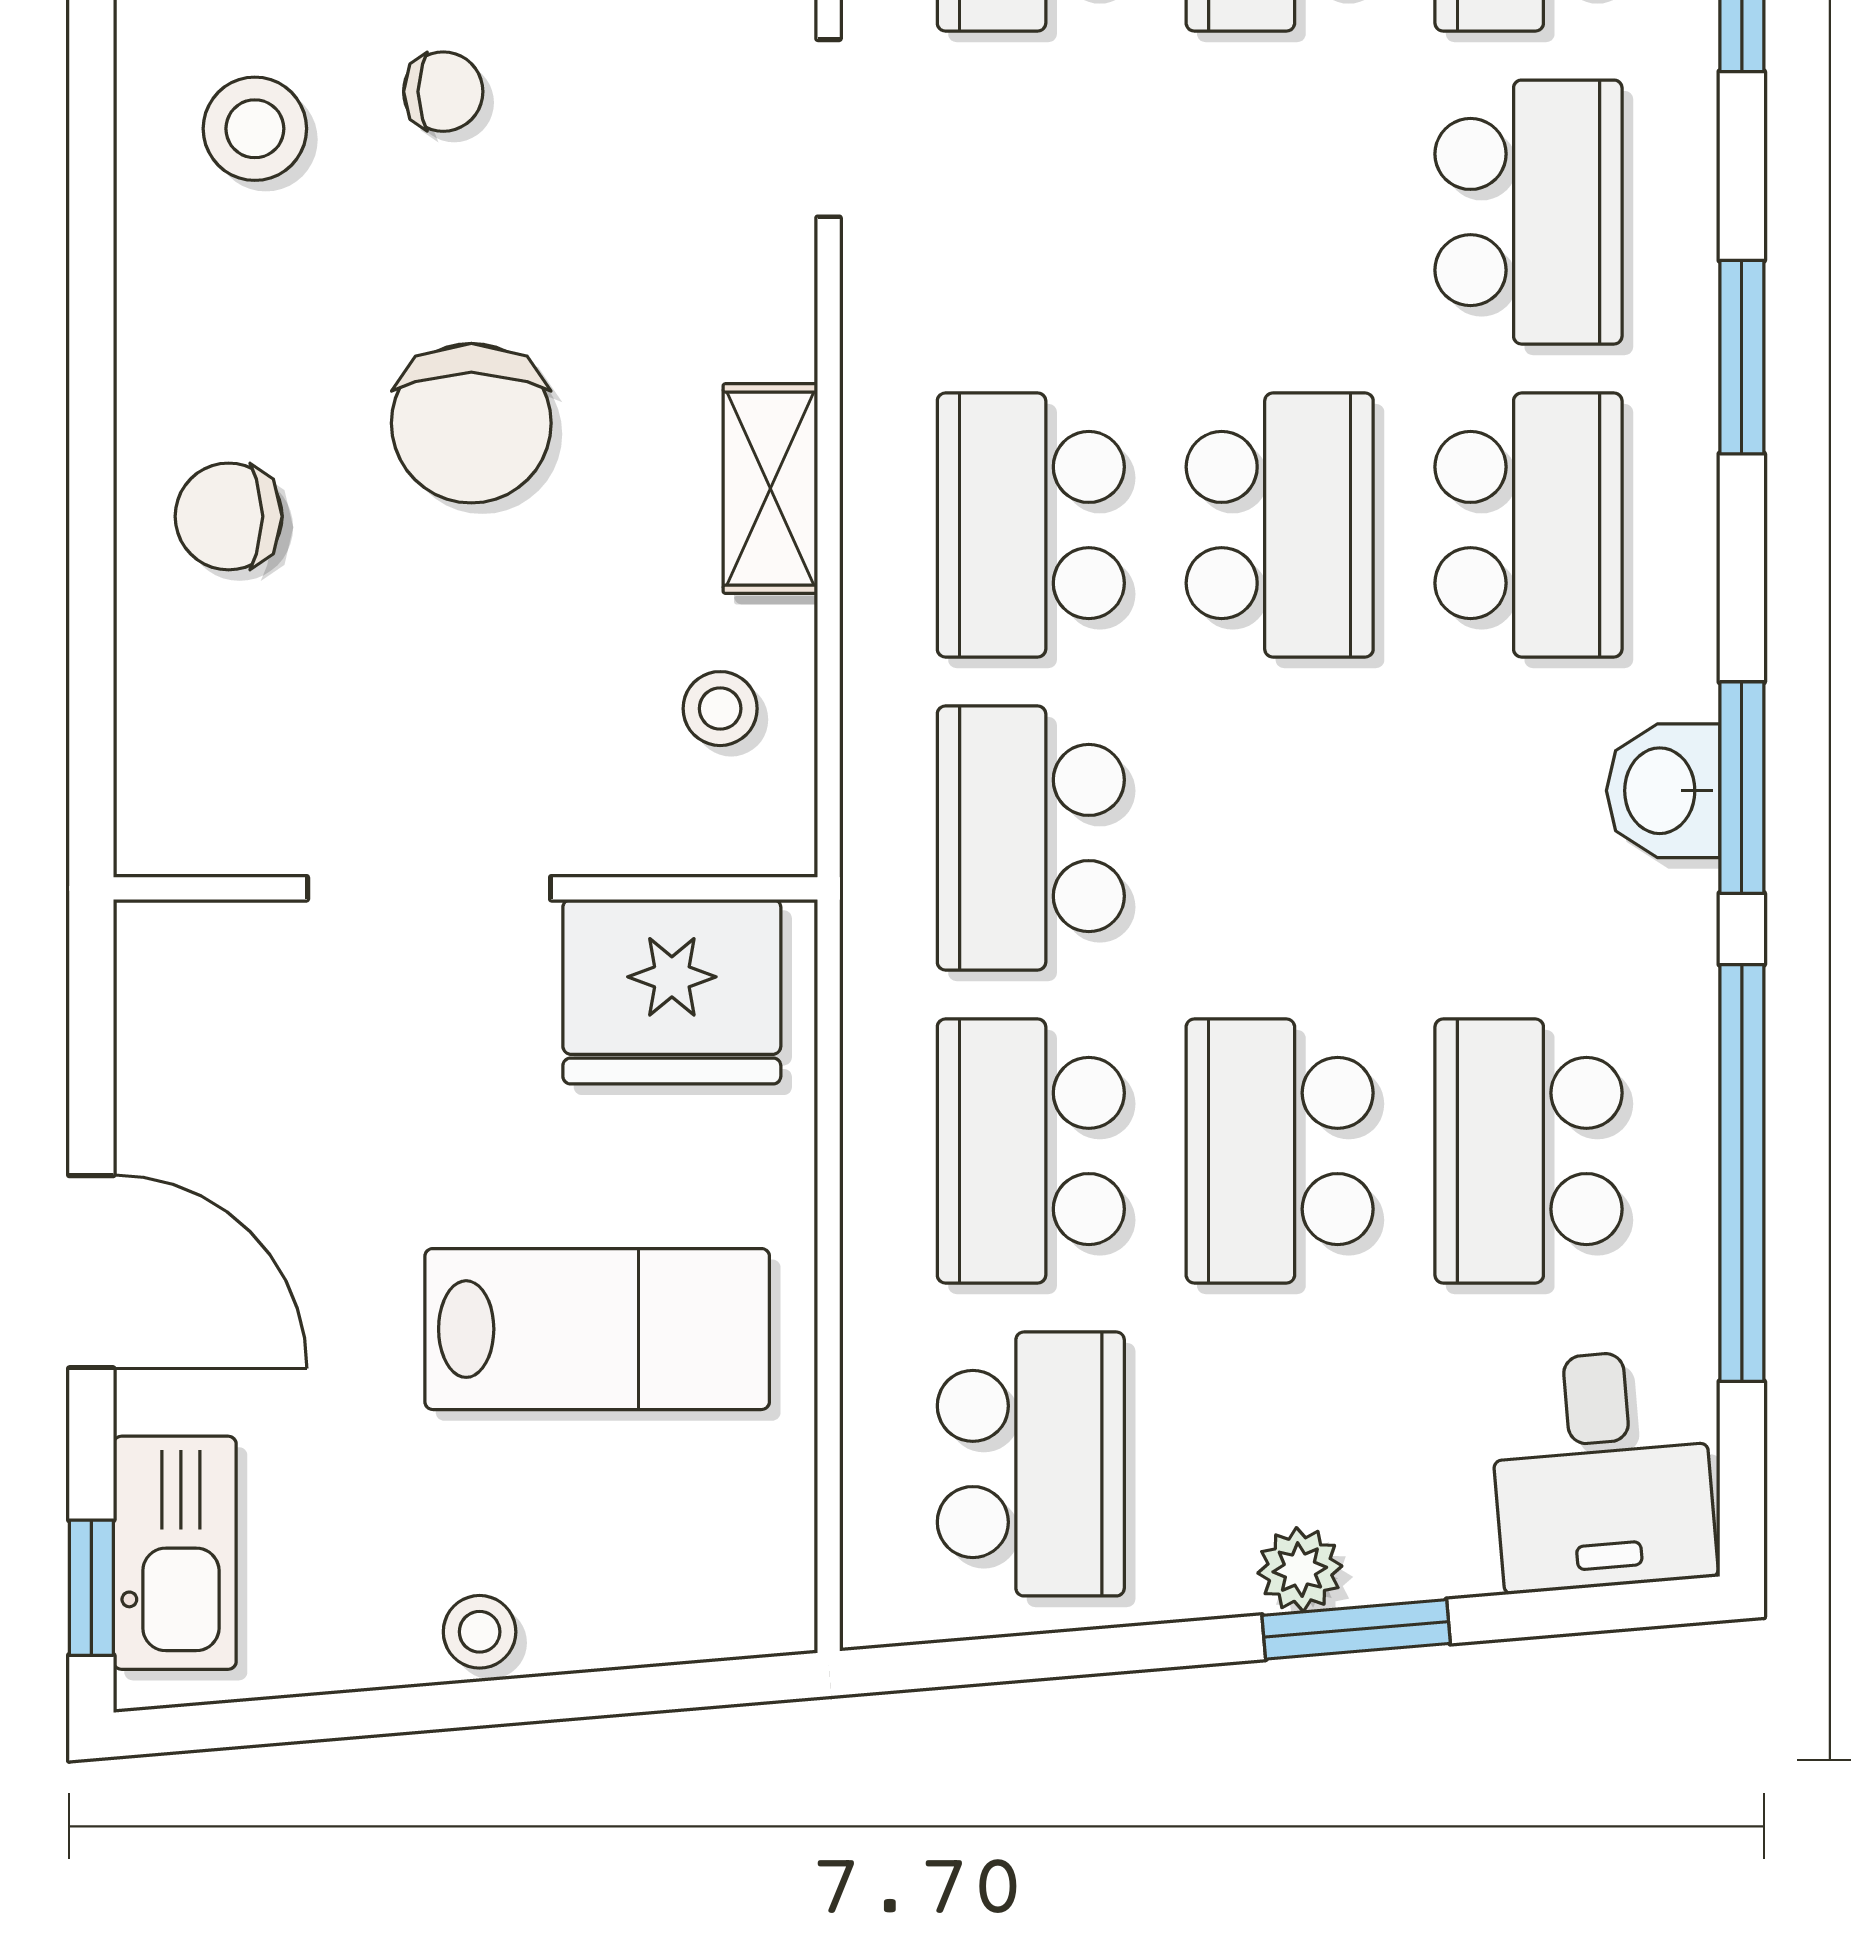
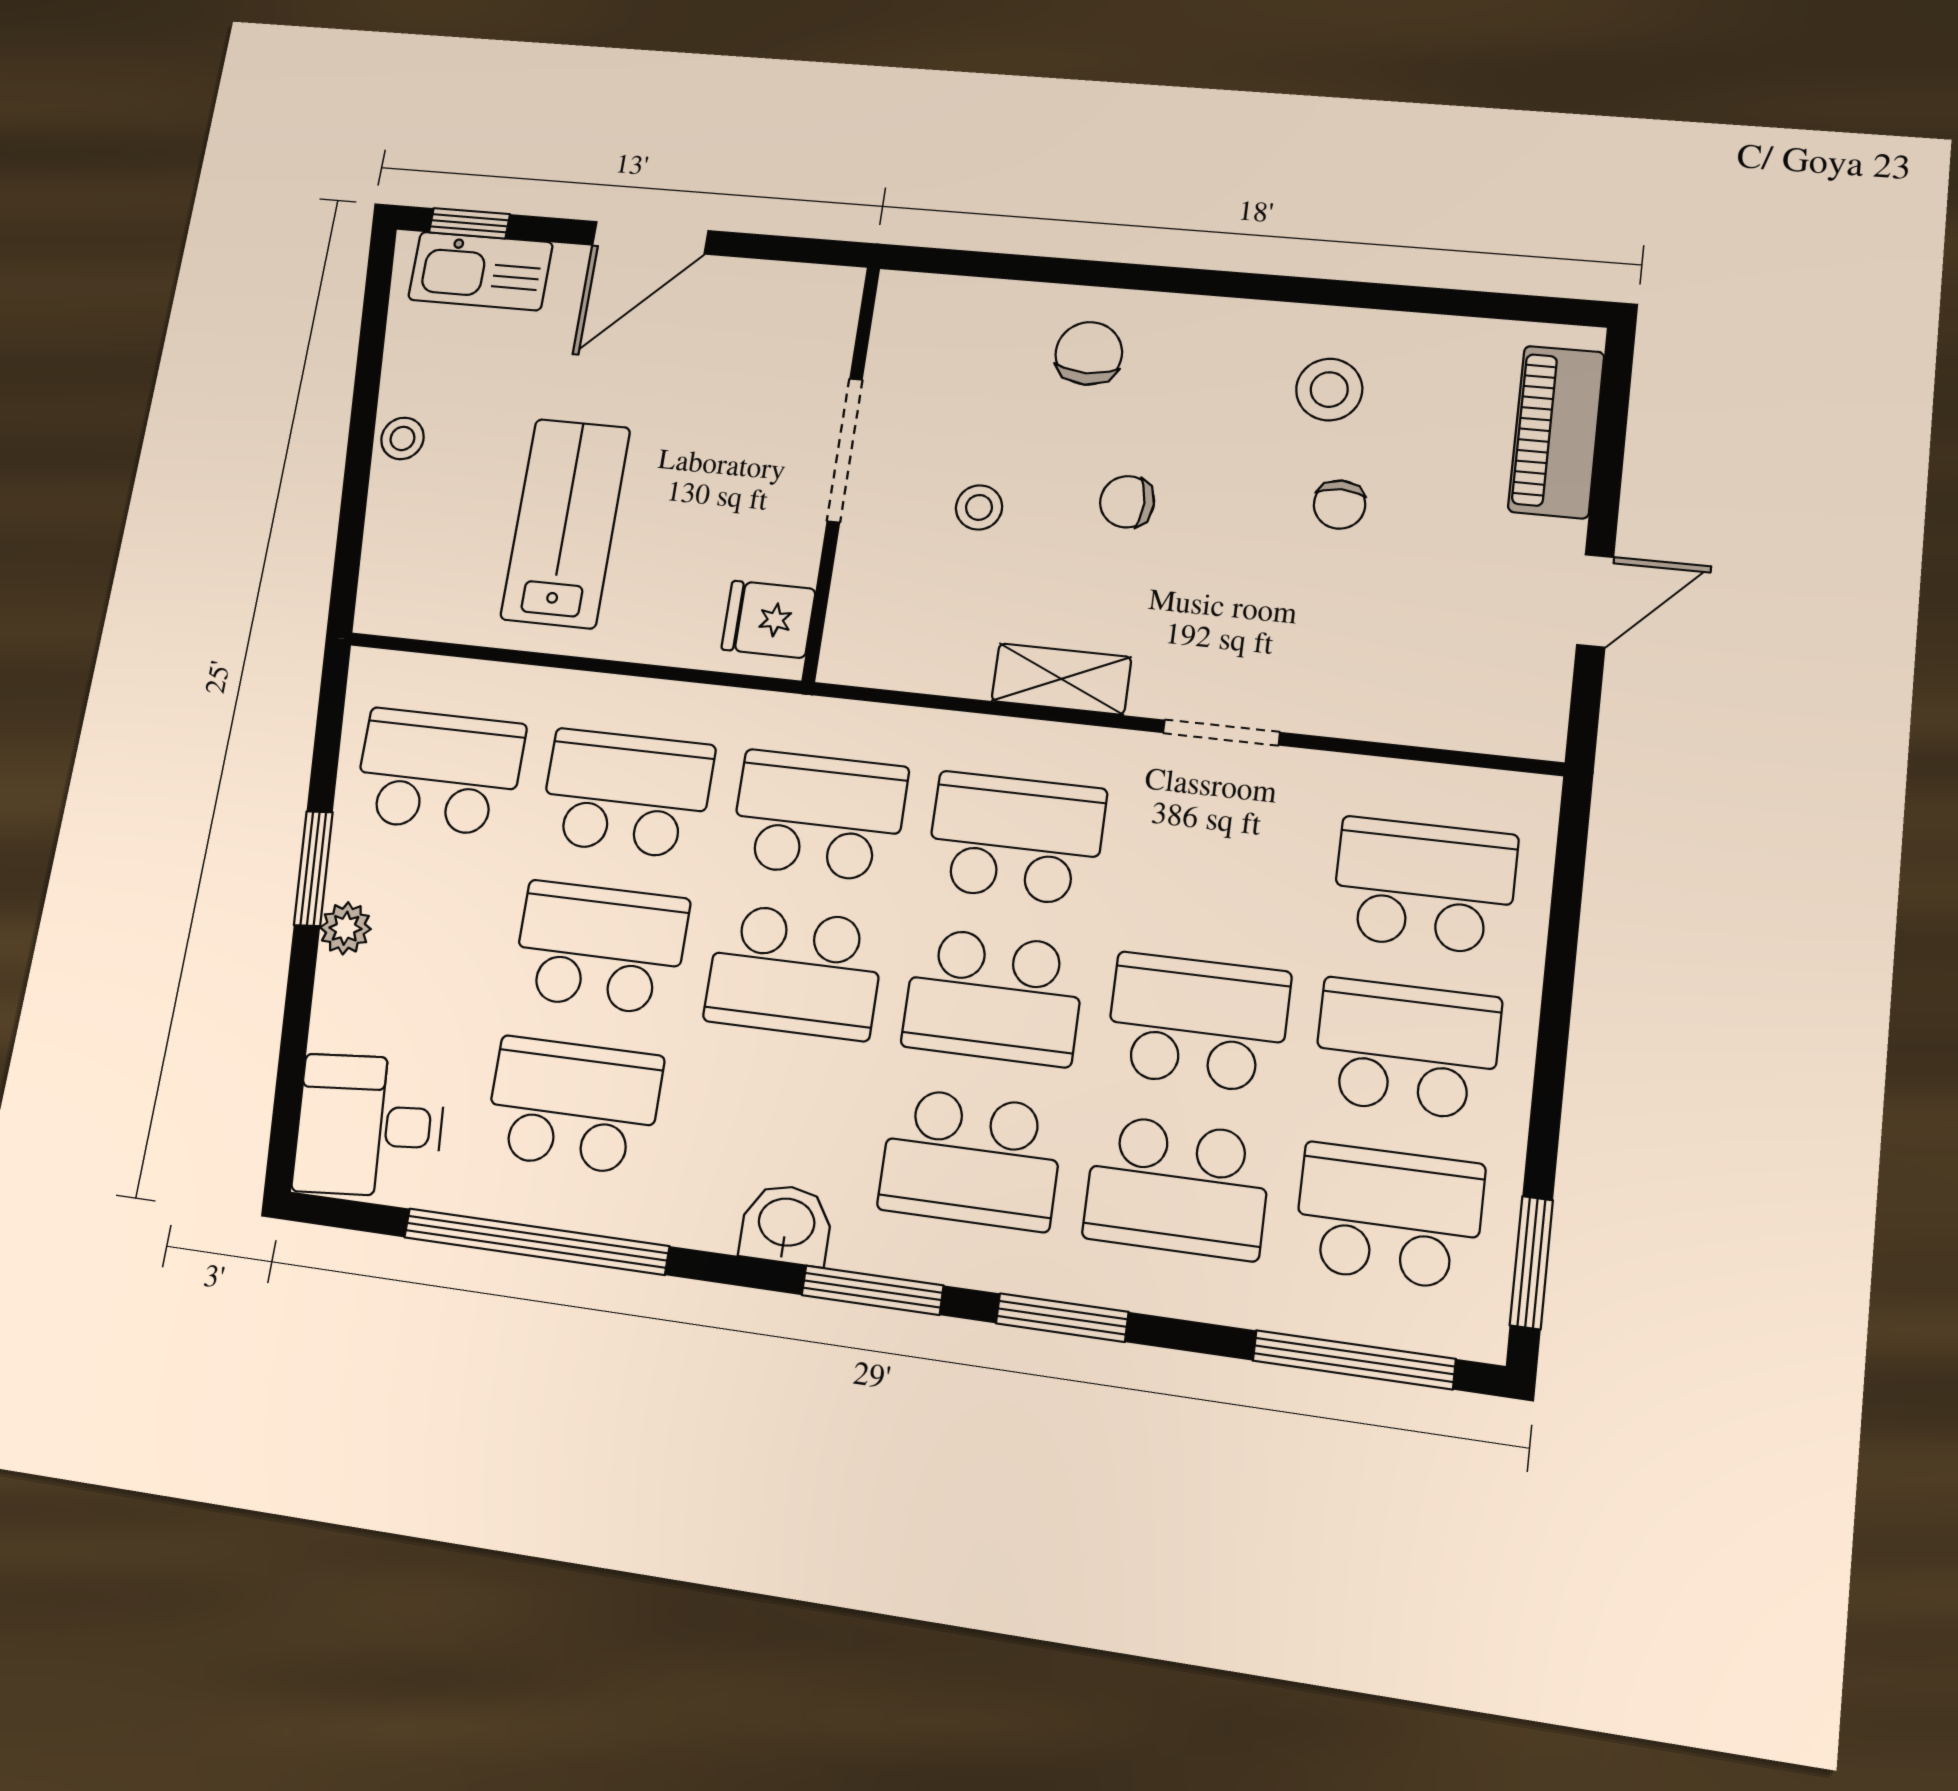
doorway: (829, 128) -> (1221, 733), moved
school desk: (1280, 212) -> (1198, 1022), added
chair: (471, 423) -> (1127, 502), width x0.54, depth x0.54
stool: (720, 709) -> (979, 507), moved
window: (1742, 788) -> (872, 1290), moved
school desk: (1280, 838) -> (795, 972), added
fridge: (672, 992) -> (769, 619), width x0.53, depth x0.75
lab bench: (597, 1329) -> (566, 523), turned 180
school desk: (1031, 1464) -> (439, 772), turned 180
window: (1356, 1629) -> (313, 868), moved

